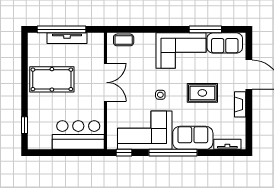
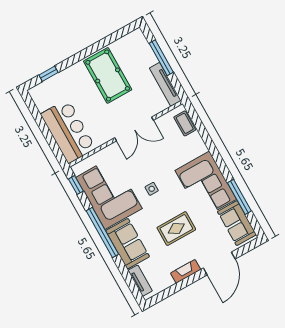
window: (62, 29) -> (161, 58), width x0.68
tv unit: (67, 38) -> (165, 84), moved
rug: (202, 93) -> (176, 229), turned 90

